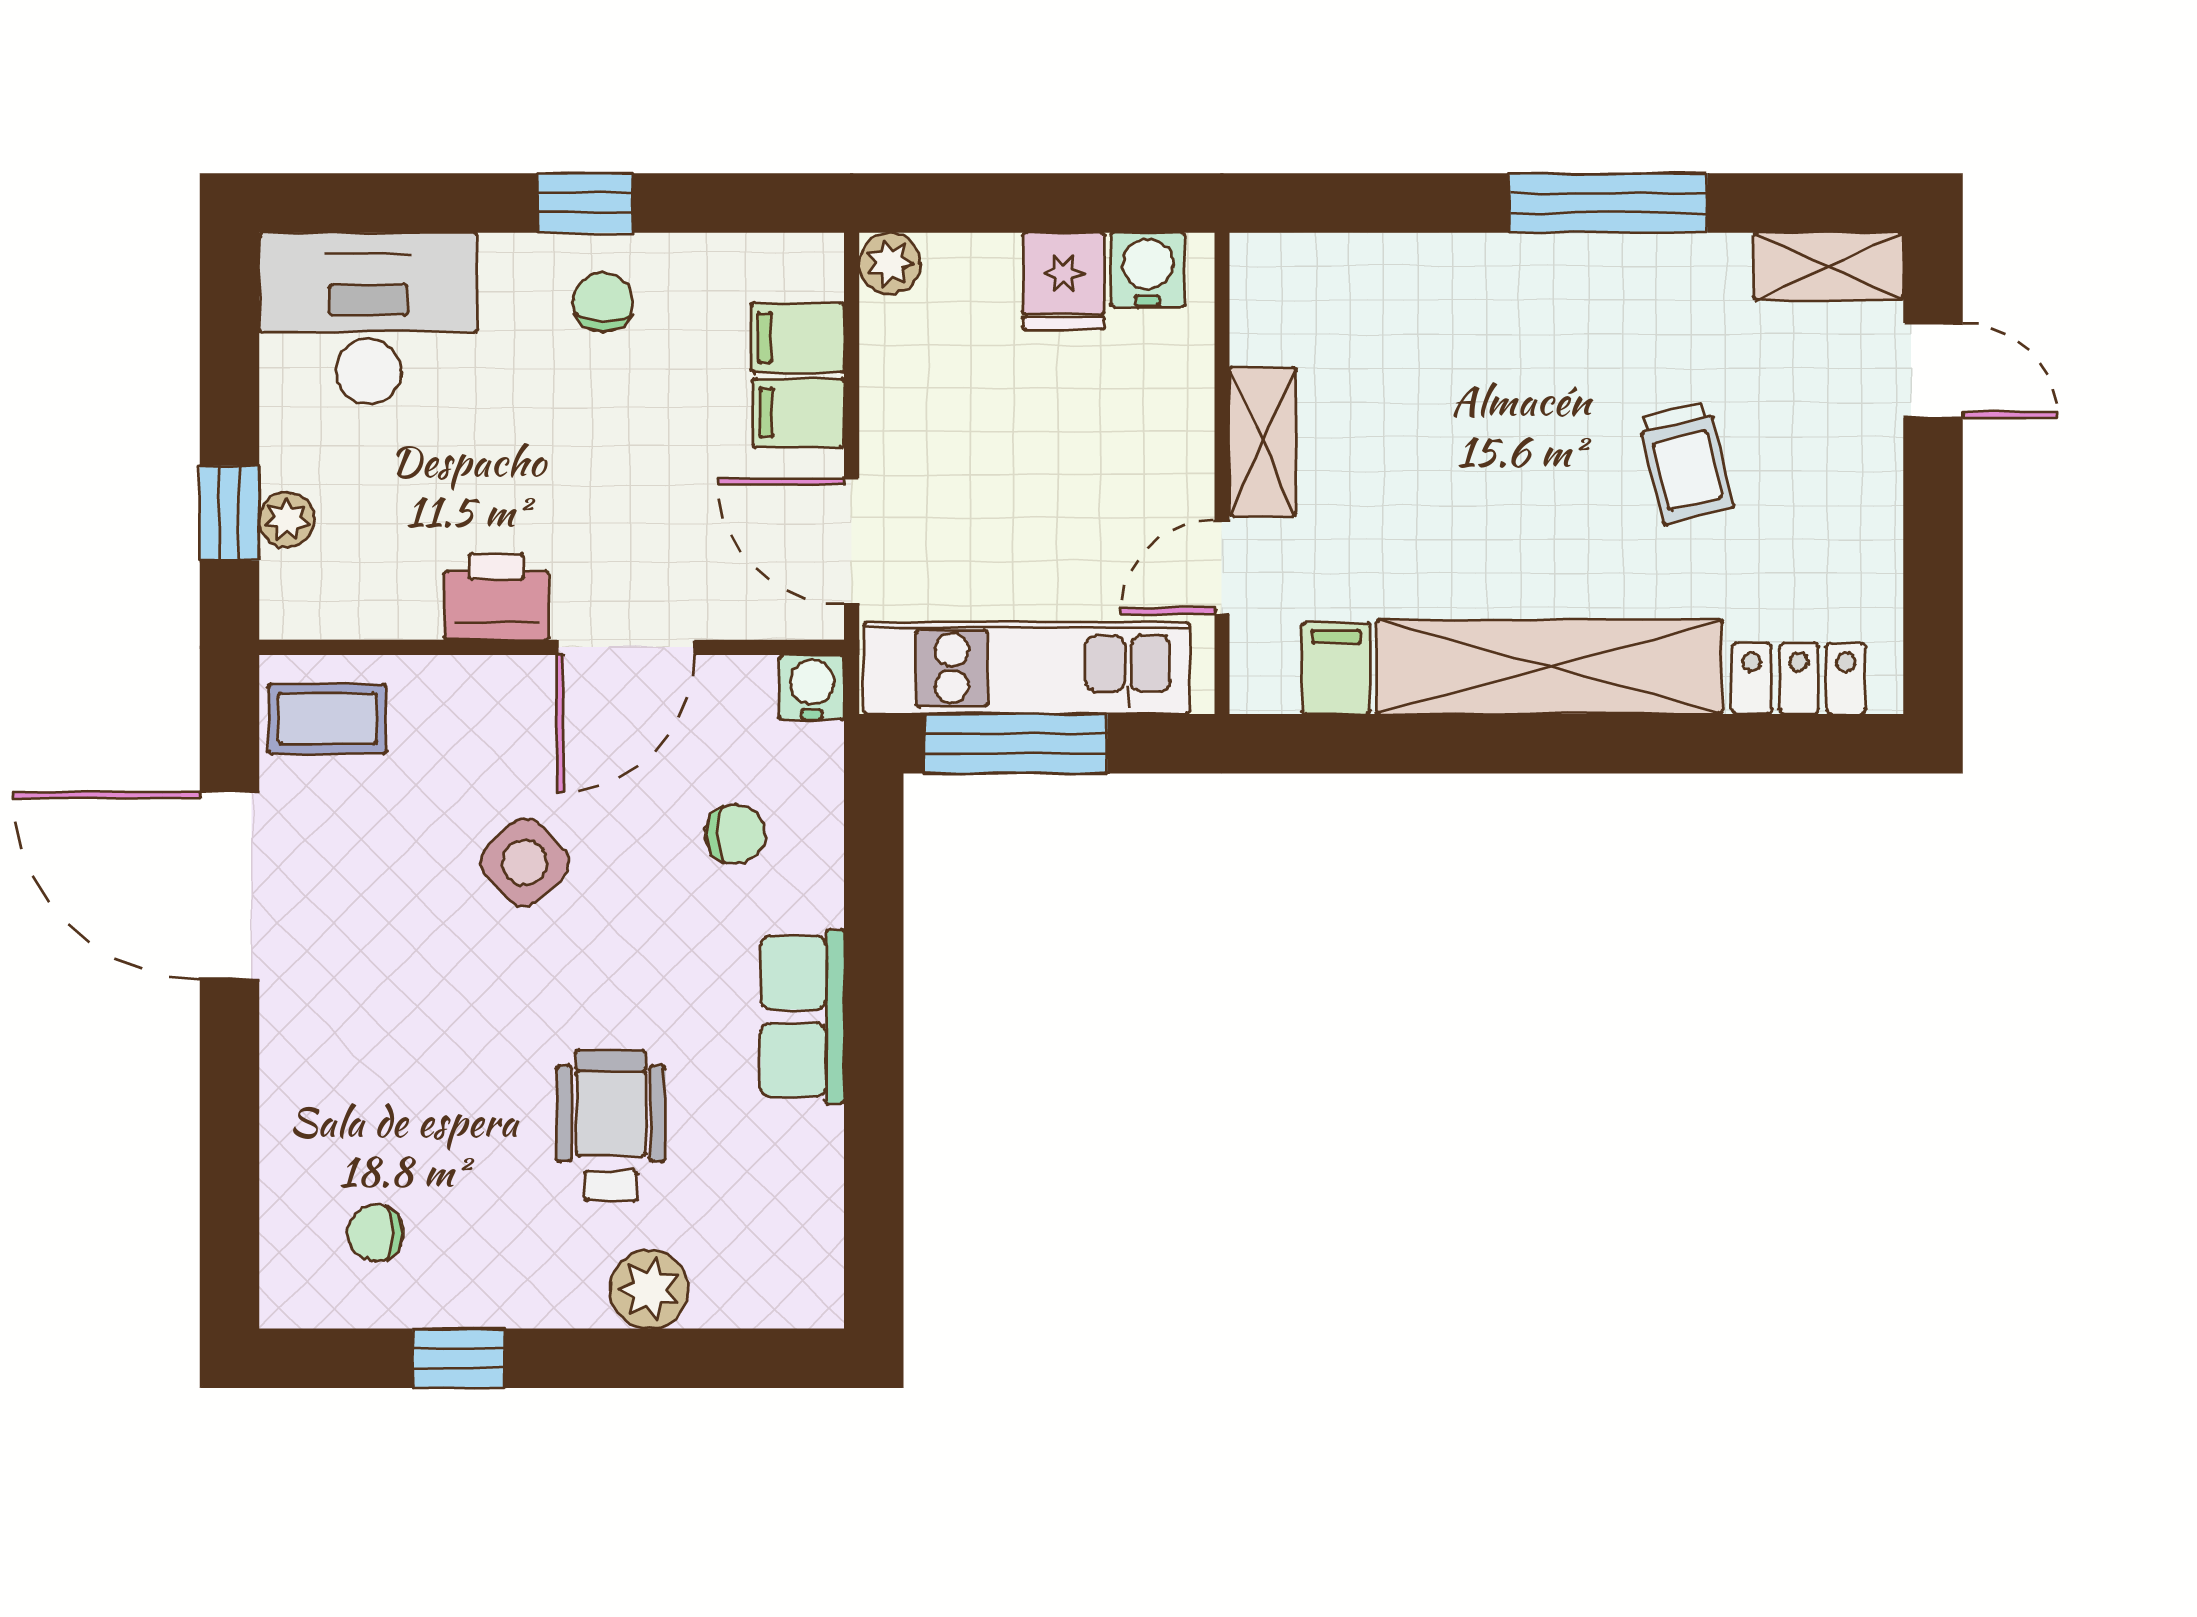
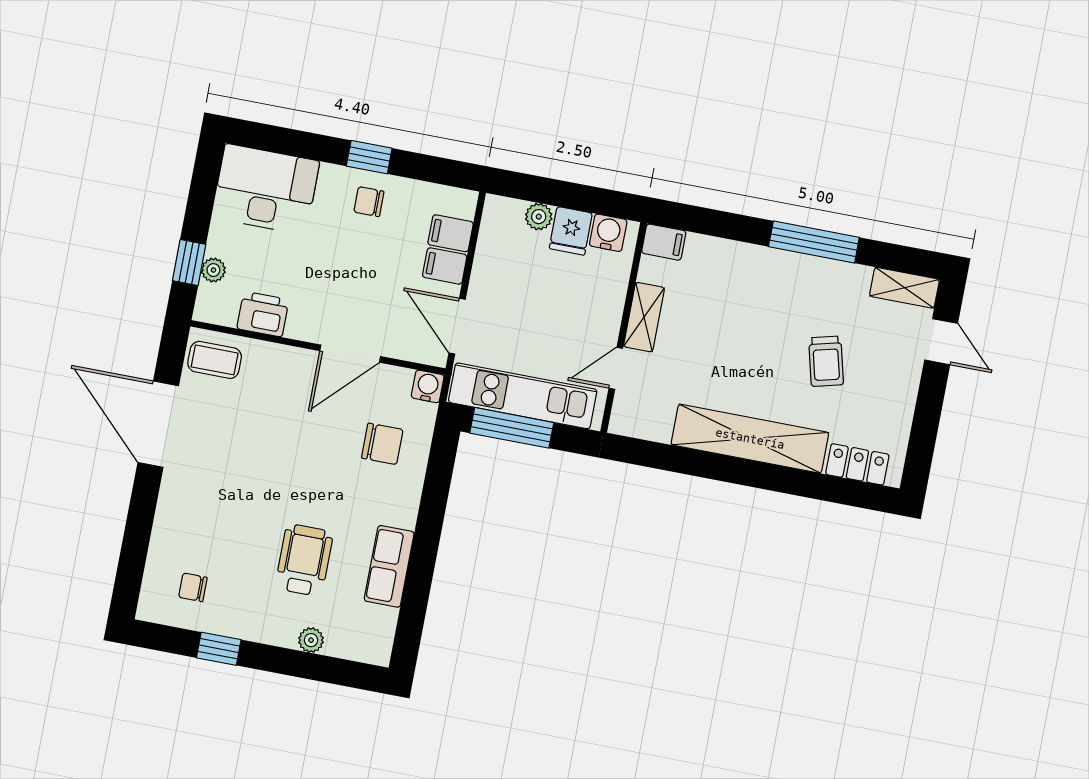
plant: (890, 263) -> (539, 217), moved
chair: (603, 302) -> (369, 202), turned -90
printer: (496, 597) -> (263, 314), moved
filing cabinet: (1336, 669) -> (664, 242), moved, turned 90
chair: (735, 834) -> (382, 444), width x1.37, depth x1.37
side table: (525, 863) -> (288, 439), removed
row of seats: (802, 1016) -> (389, 566), moved
plant: (649, 1289) -> (311, 640), width x0.73, depth x0.73

